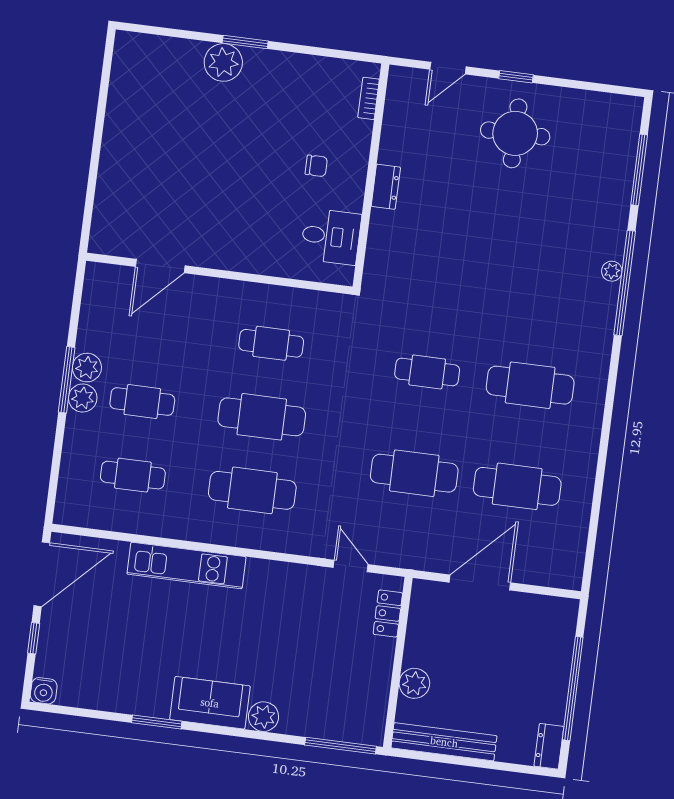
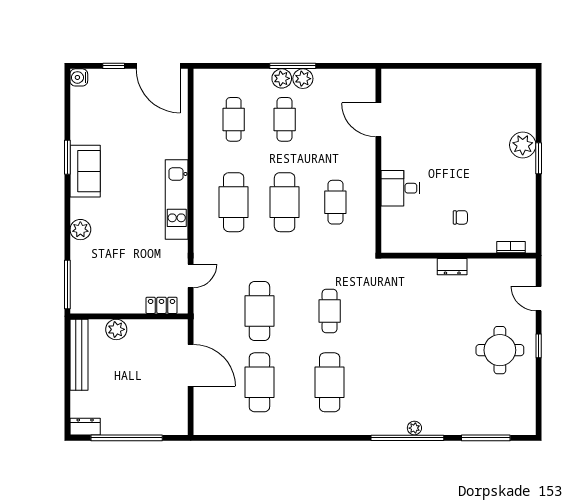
chair: (316, 166) -> (460, 217), turned -90
desk: (331, 236) -> (400, 188), moved, turned 90
kitchen unit: (186, 565) -> (177, 199), moved
sofa: (210, 703) -> (85, 171), moved

